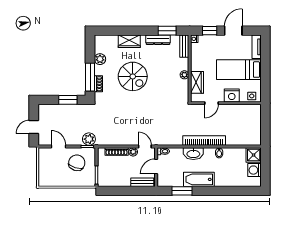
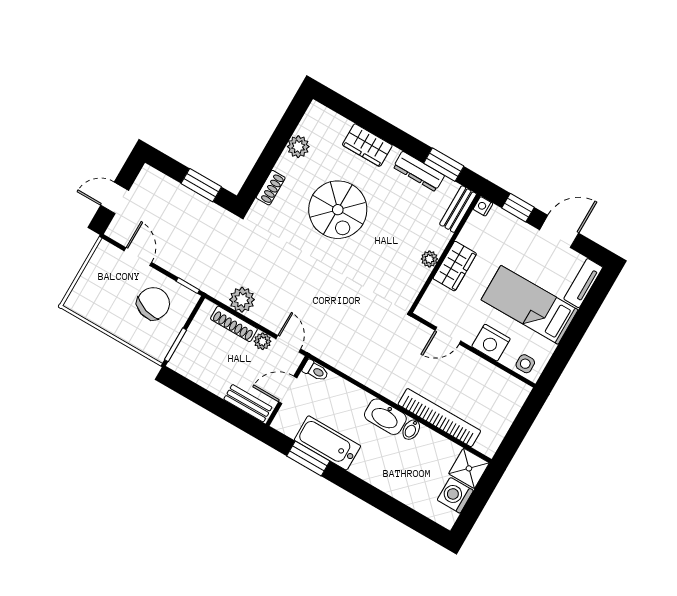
window: (90, 77) -> (263, 168), removed
wardrobe: (197, 82) -> (455, 266), moved
plant: (89, 139) -> (242, 300), moved
bookcase: (204, 141) -> (439, 418), moved
washbasin: (193, 154) -> (385, 417), moved
bathtub: (199, 179) -> (327, 443), moved

